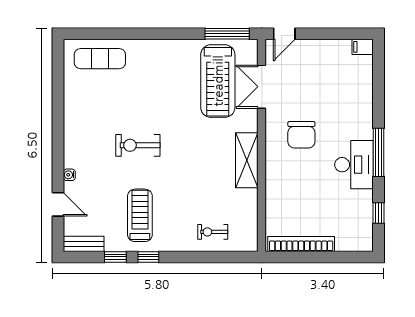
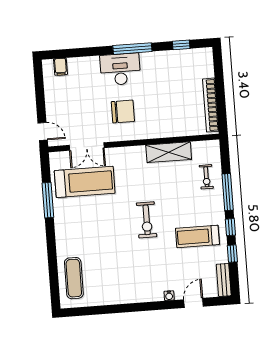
window: (227, 34) -> (48, 200), moved
filing cabinet: (363, 47) -> (61, 67), moved
exercise bike: (138, 145) -> (147, 220), moved
shelving: (247, 160) -> (169, 152), moved
desk: (354, 165) -> (120, 69), moved
window: (192, 257) -> (228, 192), added

